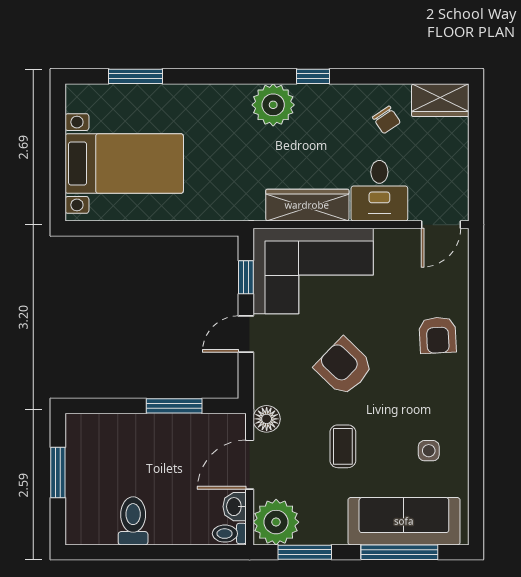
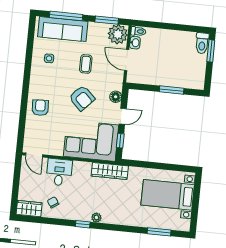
plant: (273, 105) -> (96, 218), width x0.53, depth x0.53
wardrobe: (307, 205) -> (110, 171), moved
door: (441, 225) -> (34, 155), swing flipped
window: (174, 406) -> (172, 90), moved
floor lamp: (267, 419) -> (116, 97), moved
door: (250, 465) -> (127, 60), swing flipped
window: (58, 473) -> (211, 51), moved
toilet: (133, 521) -> (202, 43), moved

